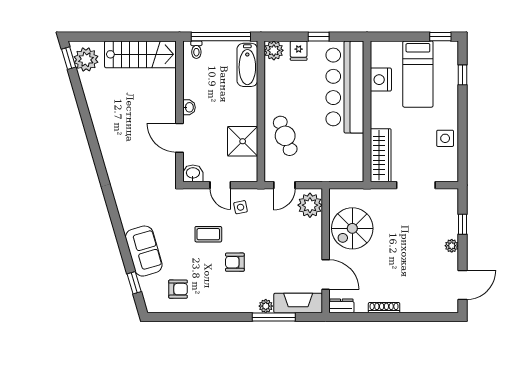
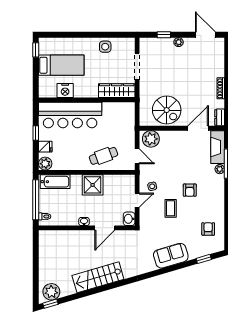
stairs: (140, 54) -> (98, 277), moved, turned -106
window: (462, 75) -> (62, 35), removed
shower: (243, 141) -> (93, 185), moved
sofa: (144, 251) -> (171, 256), moved

